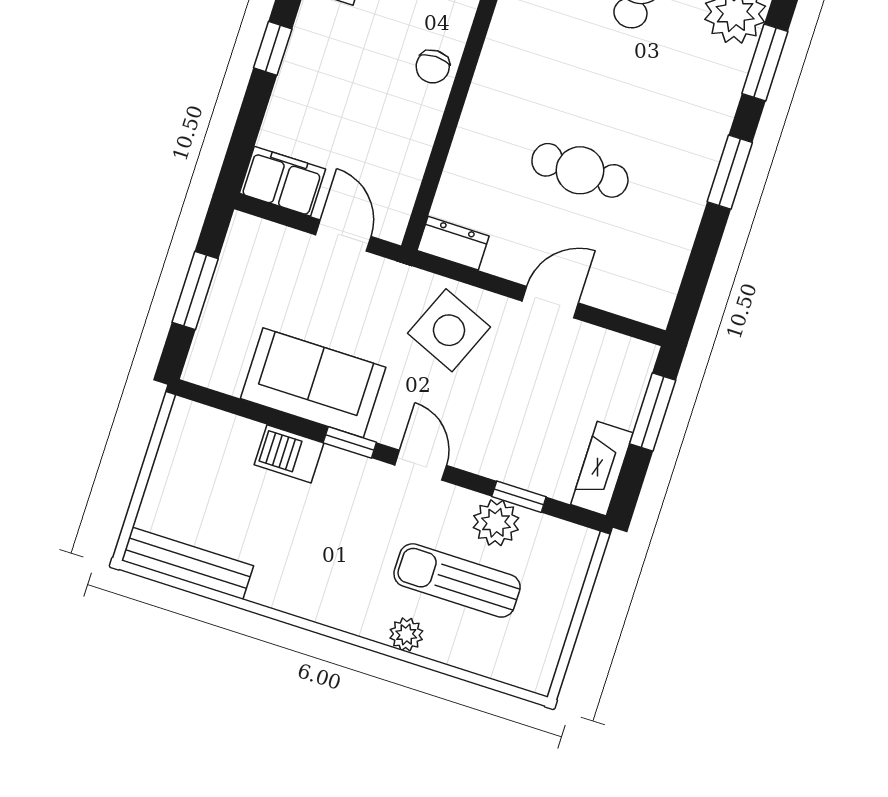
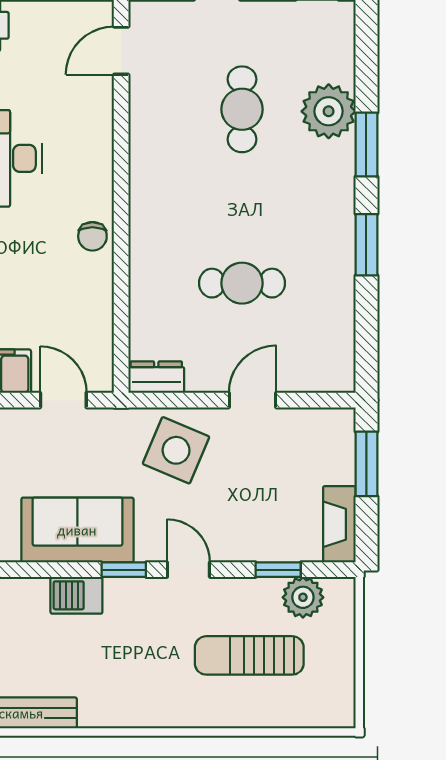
plant: (496, 523) -> (303, 597), moved
plant: (406, 634) -> (222, 714), removed

